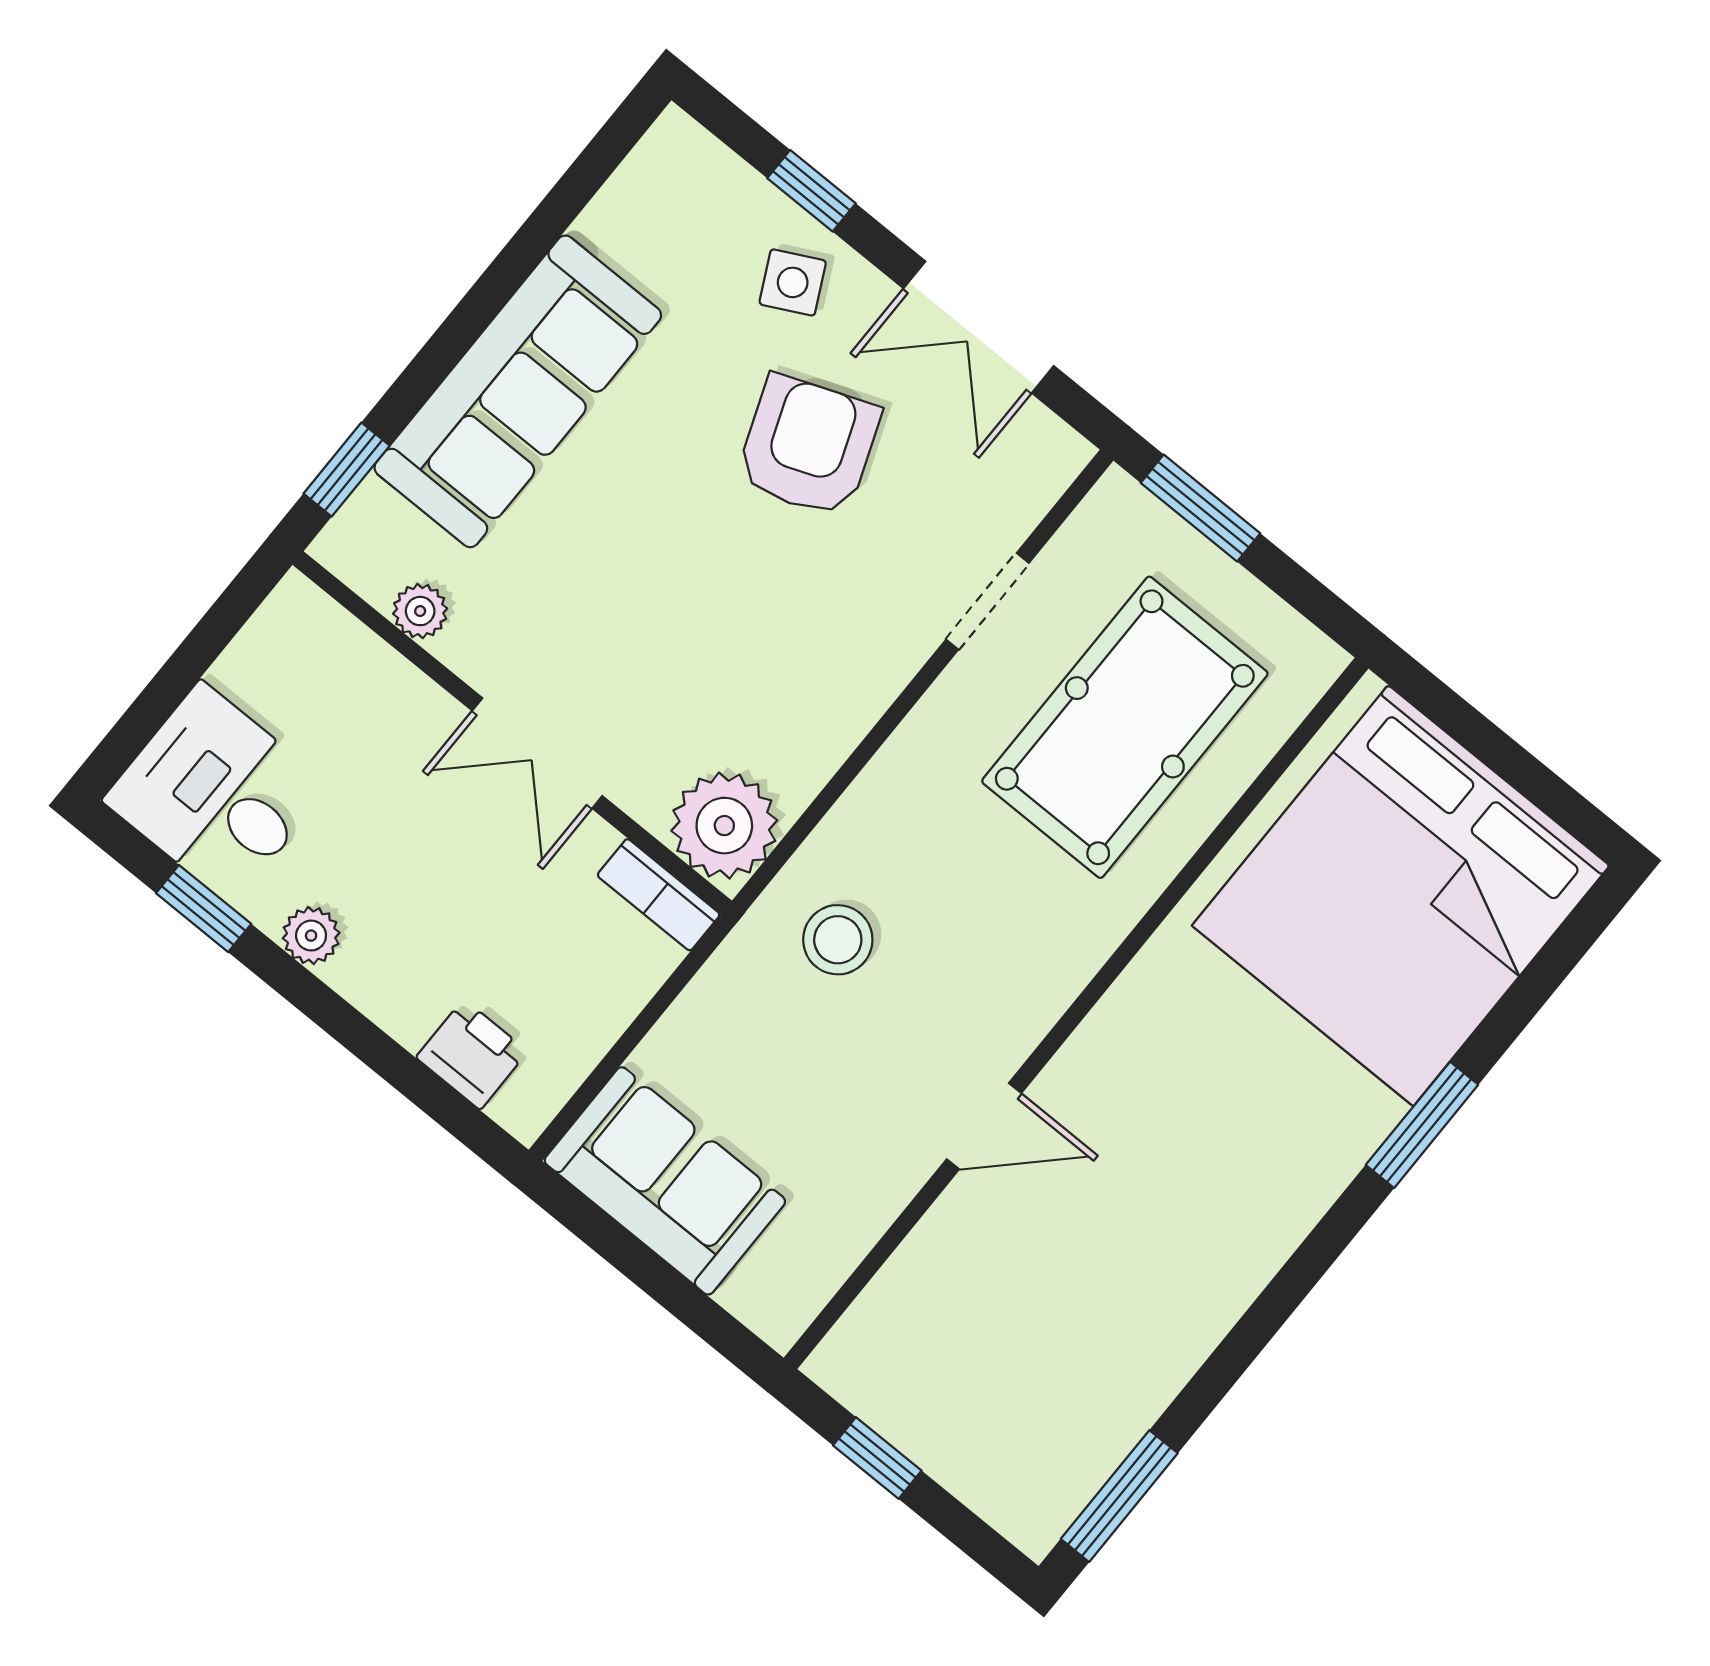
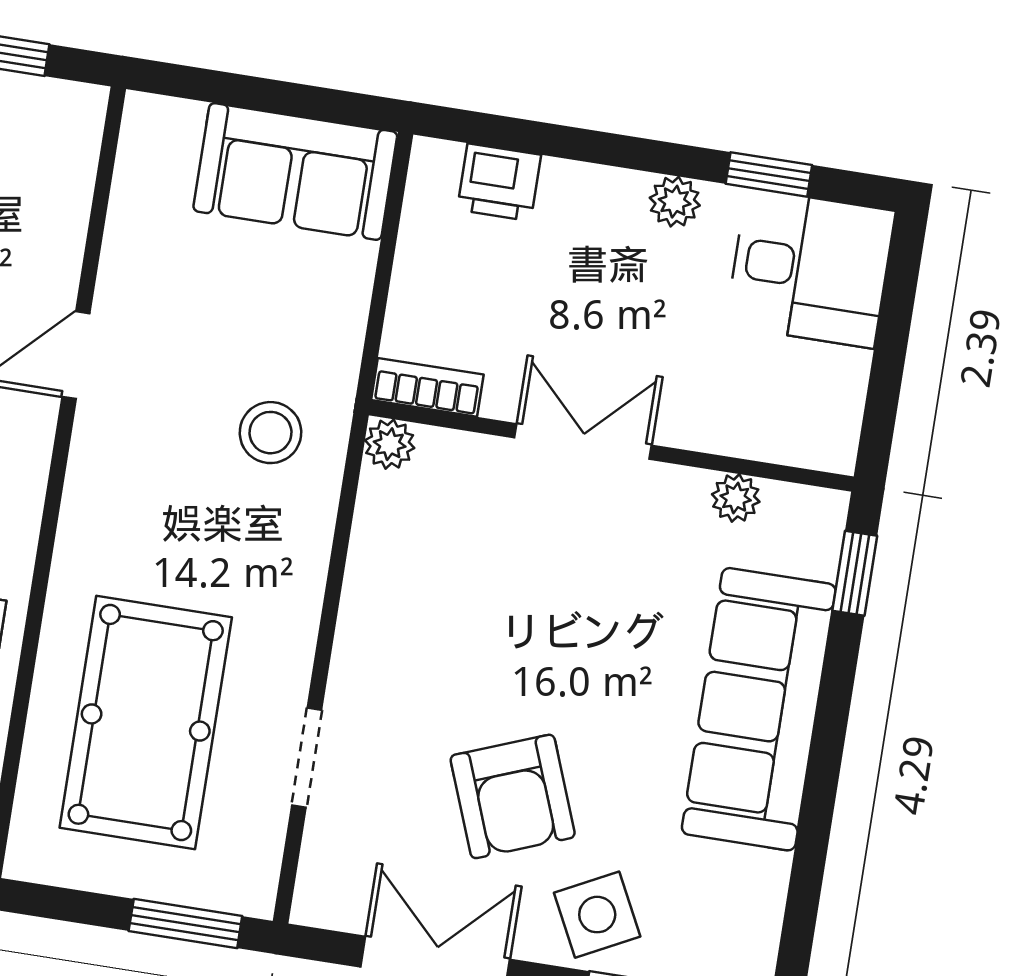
side table: (793, 282) -> (597, 915), width x1.37, depth x1.37
plant: (724, 826) -> (390, 444), width x0.53, depth x0.53

